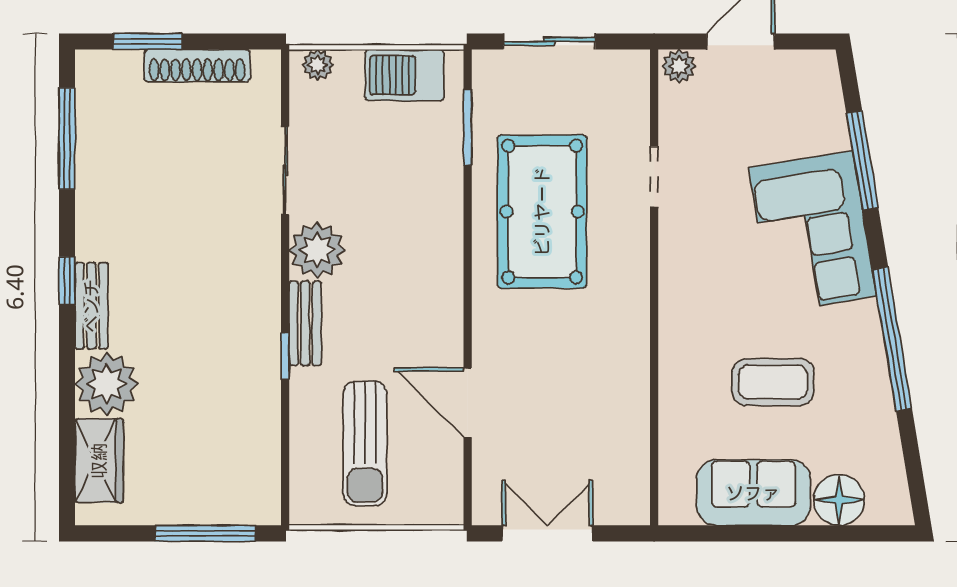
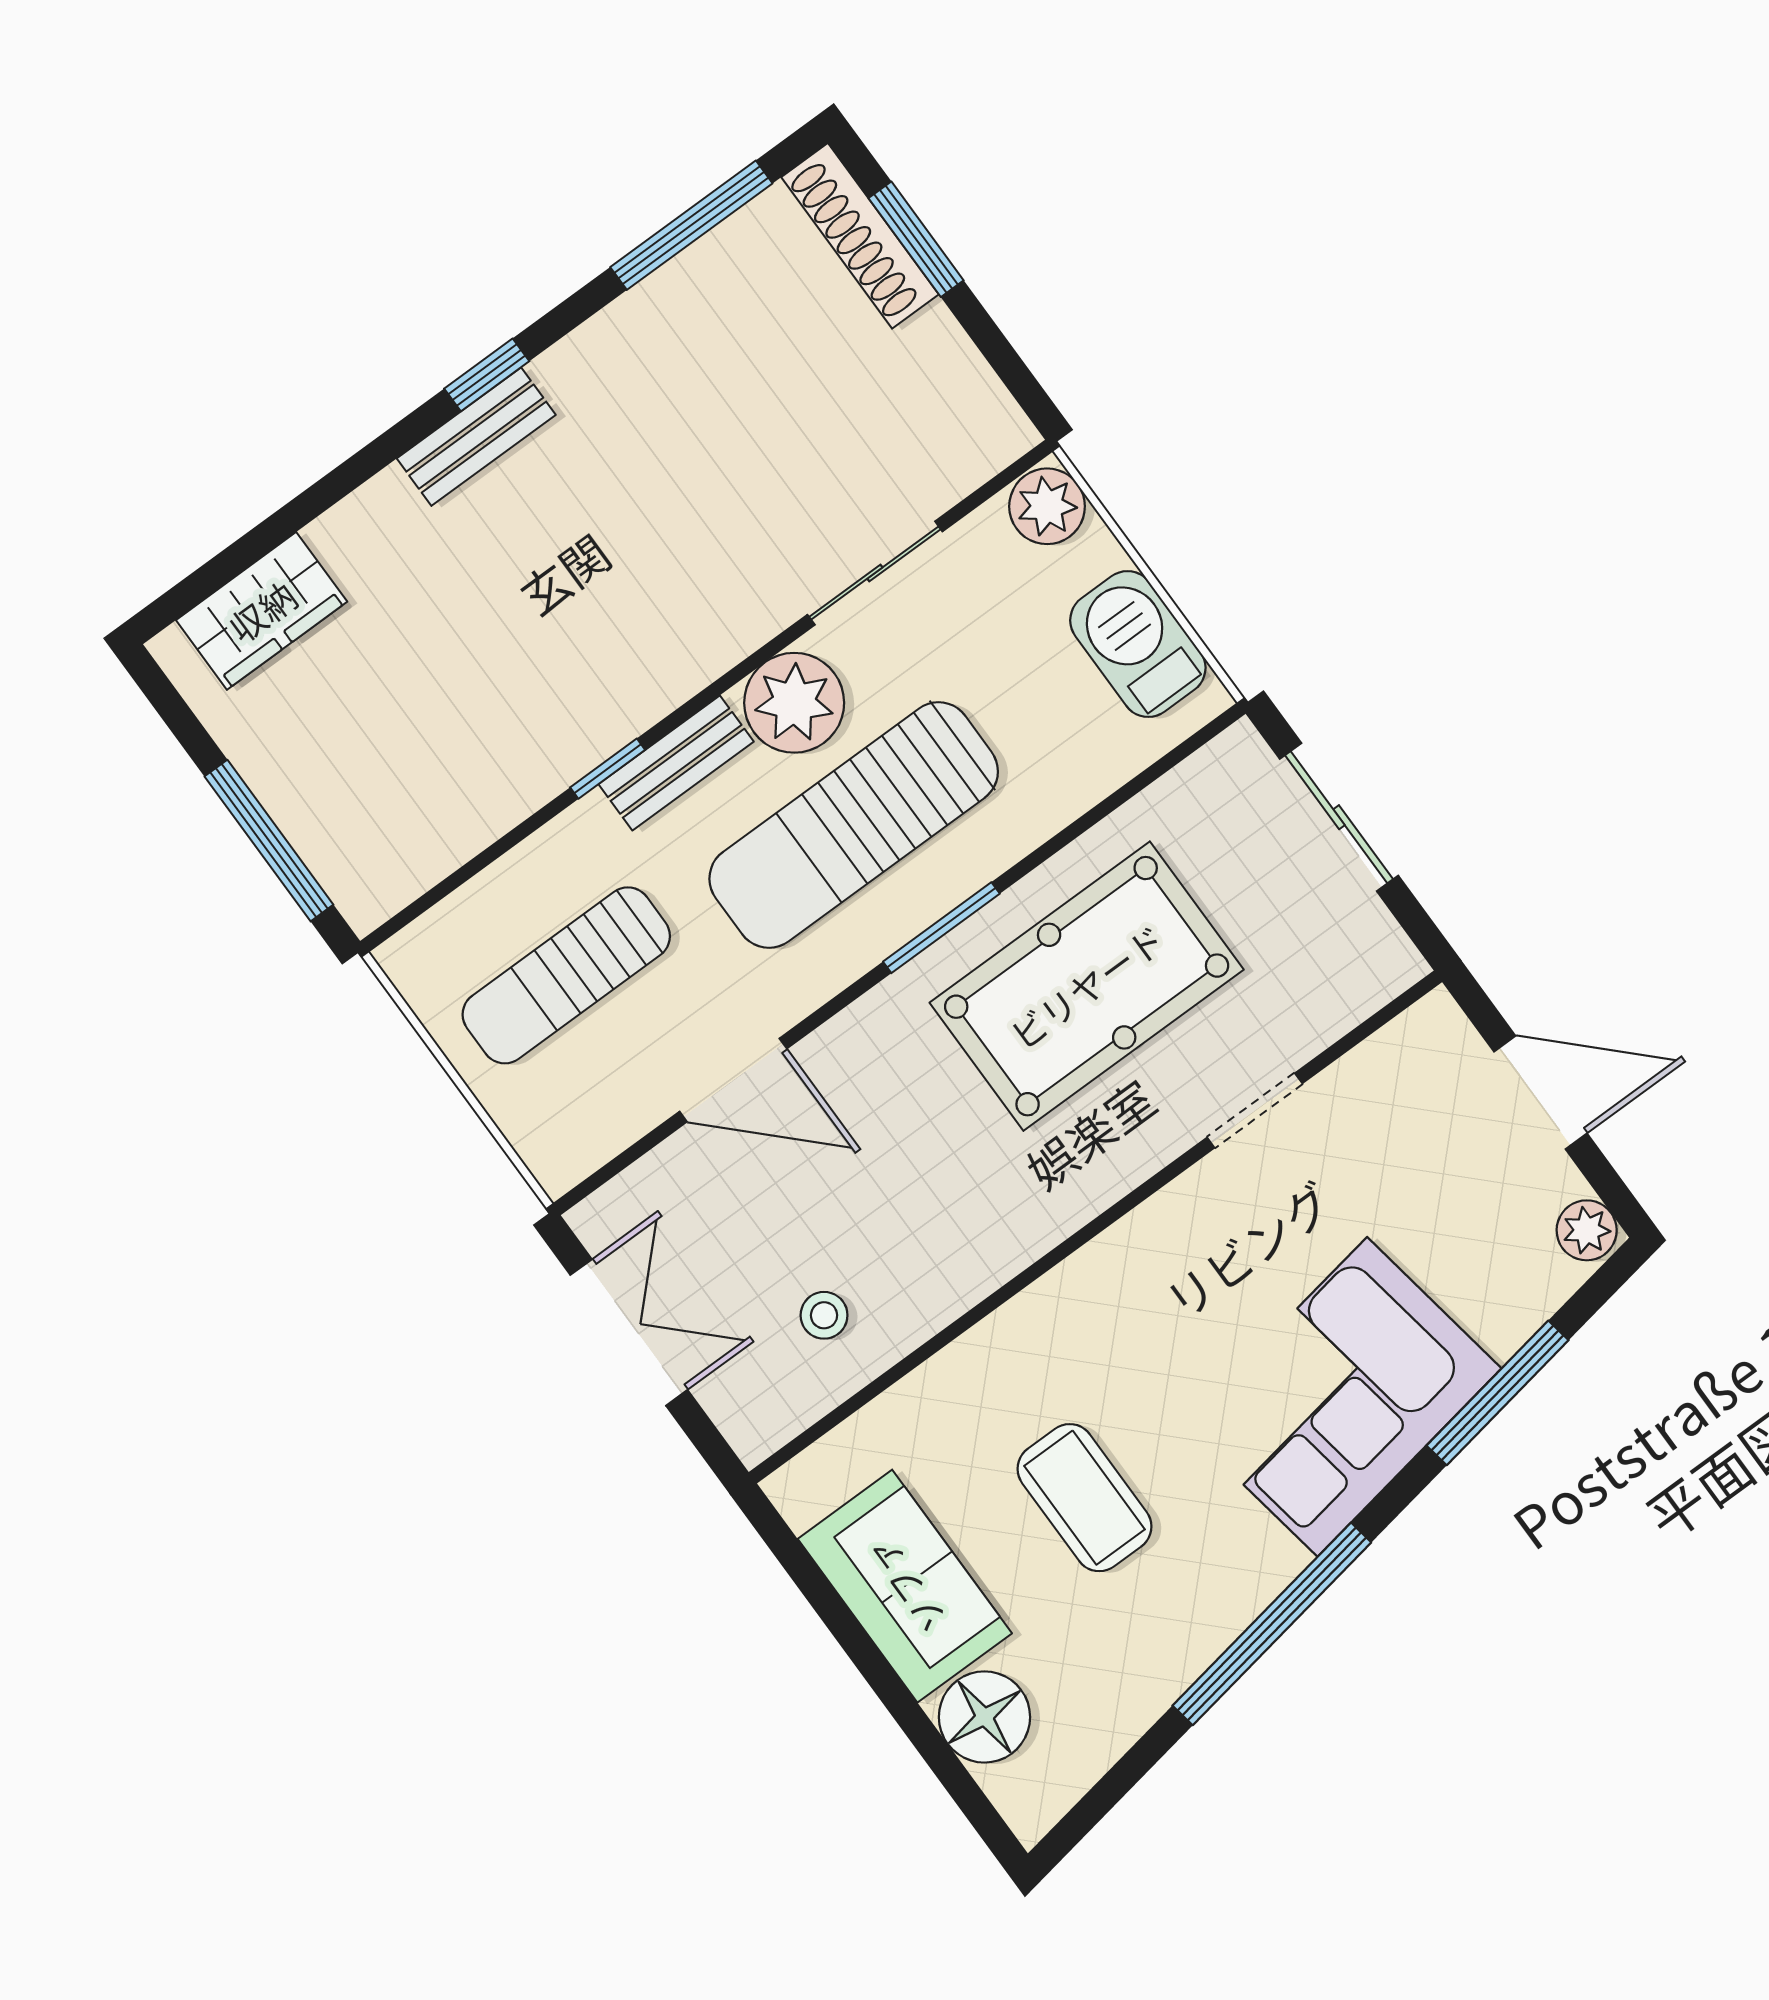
plant: (318, 65) -> (1047, 506), width x1.38, depth x1.38
shoe rack: (197, 66) -> (860, 236), moved
plant: (679, 66) -> (1587, 1230), moved
window: (468, 127) -> (941, 928), moved
sun lounger: (392, 264) -> (854, 825), added
plant: (107, 384) -> (380, 541), removed
door: (468, 403) -> (733, 1080), swing flipped
stool: (604, 439) -> (824, 1315), added

